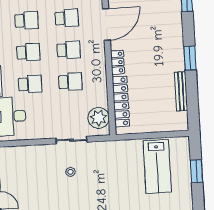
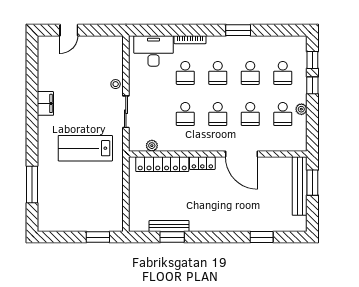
window: (190, 58) -> (172, 237), moved
plant: (99, 118) -> (152, 146), width x0.53, depth x0.53
lab bench: (157, 166) -> (85, 148), moved
window: (197, 171) -> (98, 237), moved
stool: (70, 172) -> (116, 84), moved

